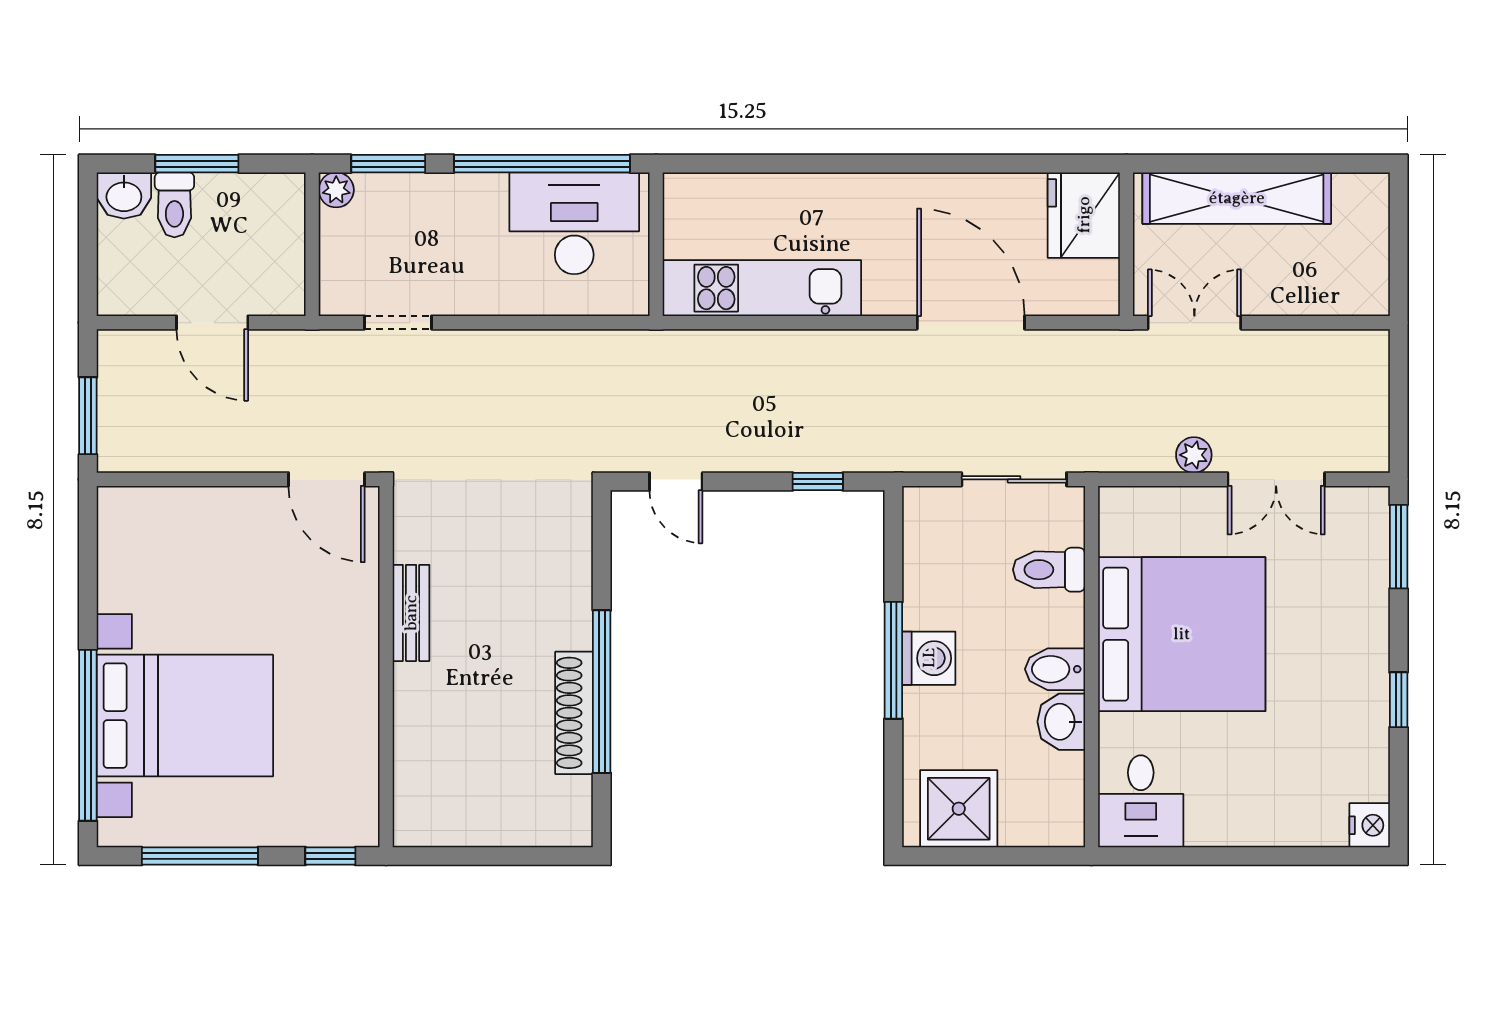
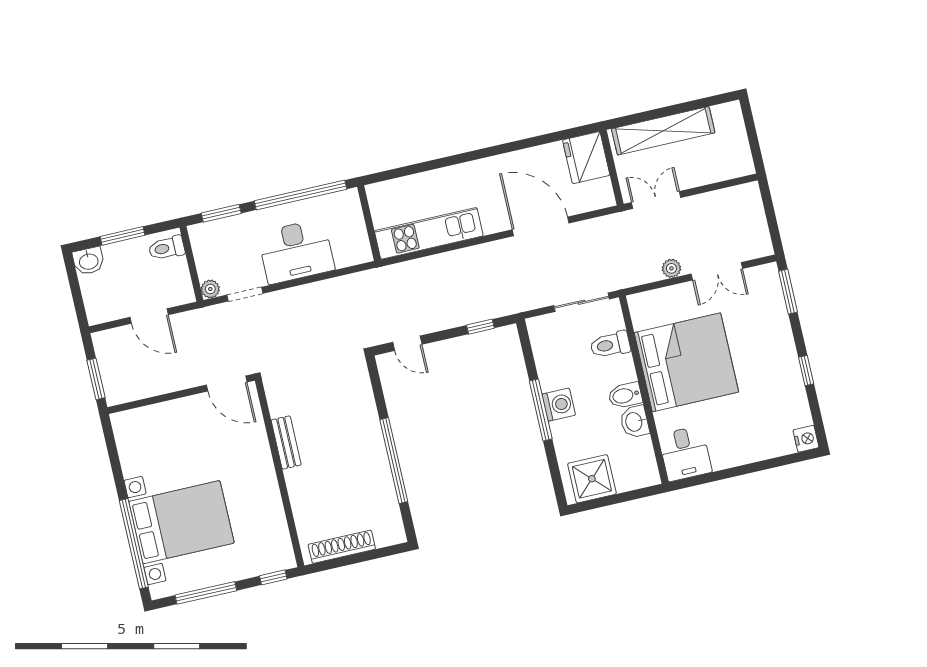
plant: (336, 190) -> (210, 289), moved
toilet: (174, 205) -> (167, 248), moved, turned 90
desk: (574, 223) -> (296, 251), moved, turned 180
shoe rack: (574, 713) -> (342, 547), moved, turned 90

